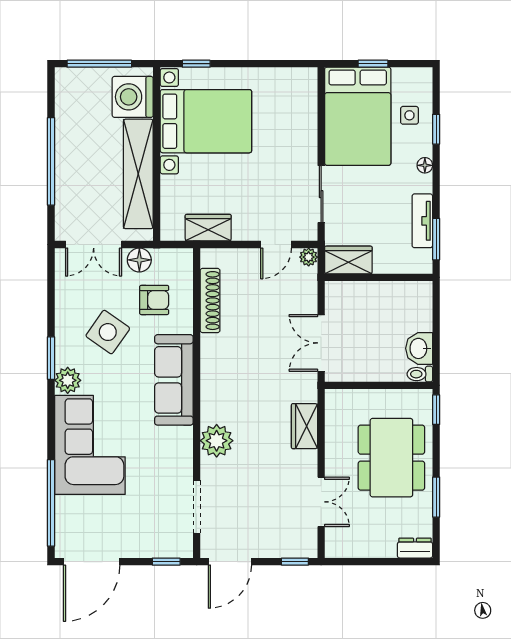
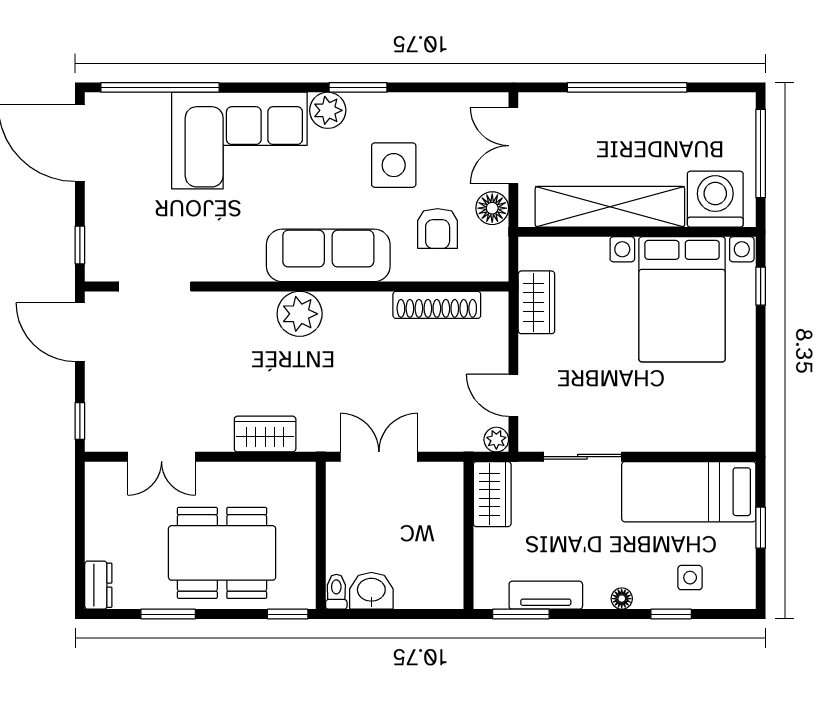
bed: (358, 116) -> (689, 492), width x0.67
side table: (108, 332) -> (394, 165), turned -35
plant: (217, 441) -> (300, 314), moved

